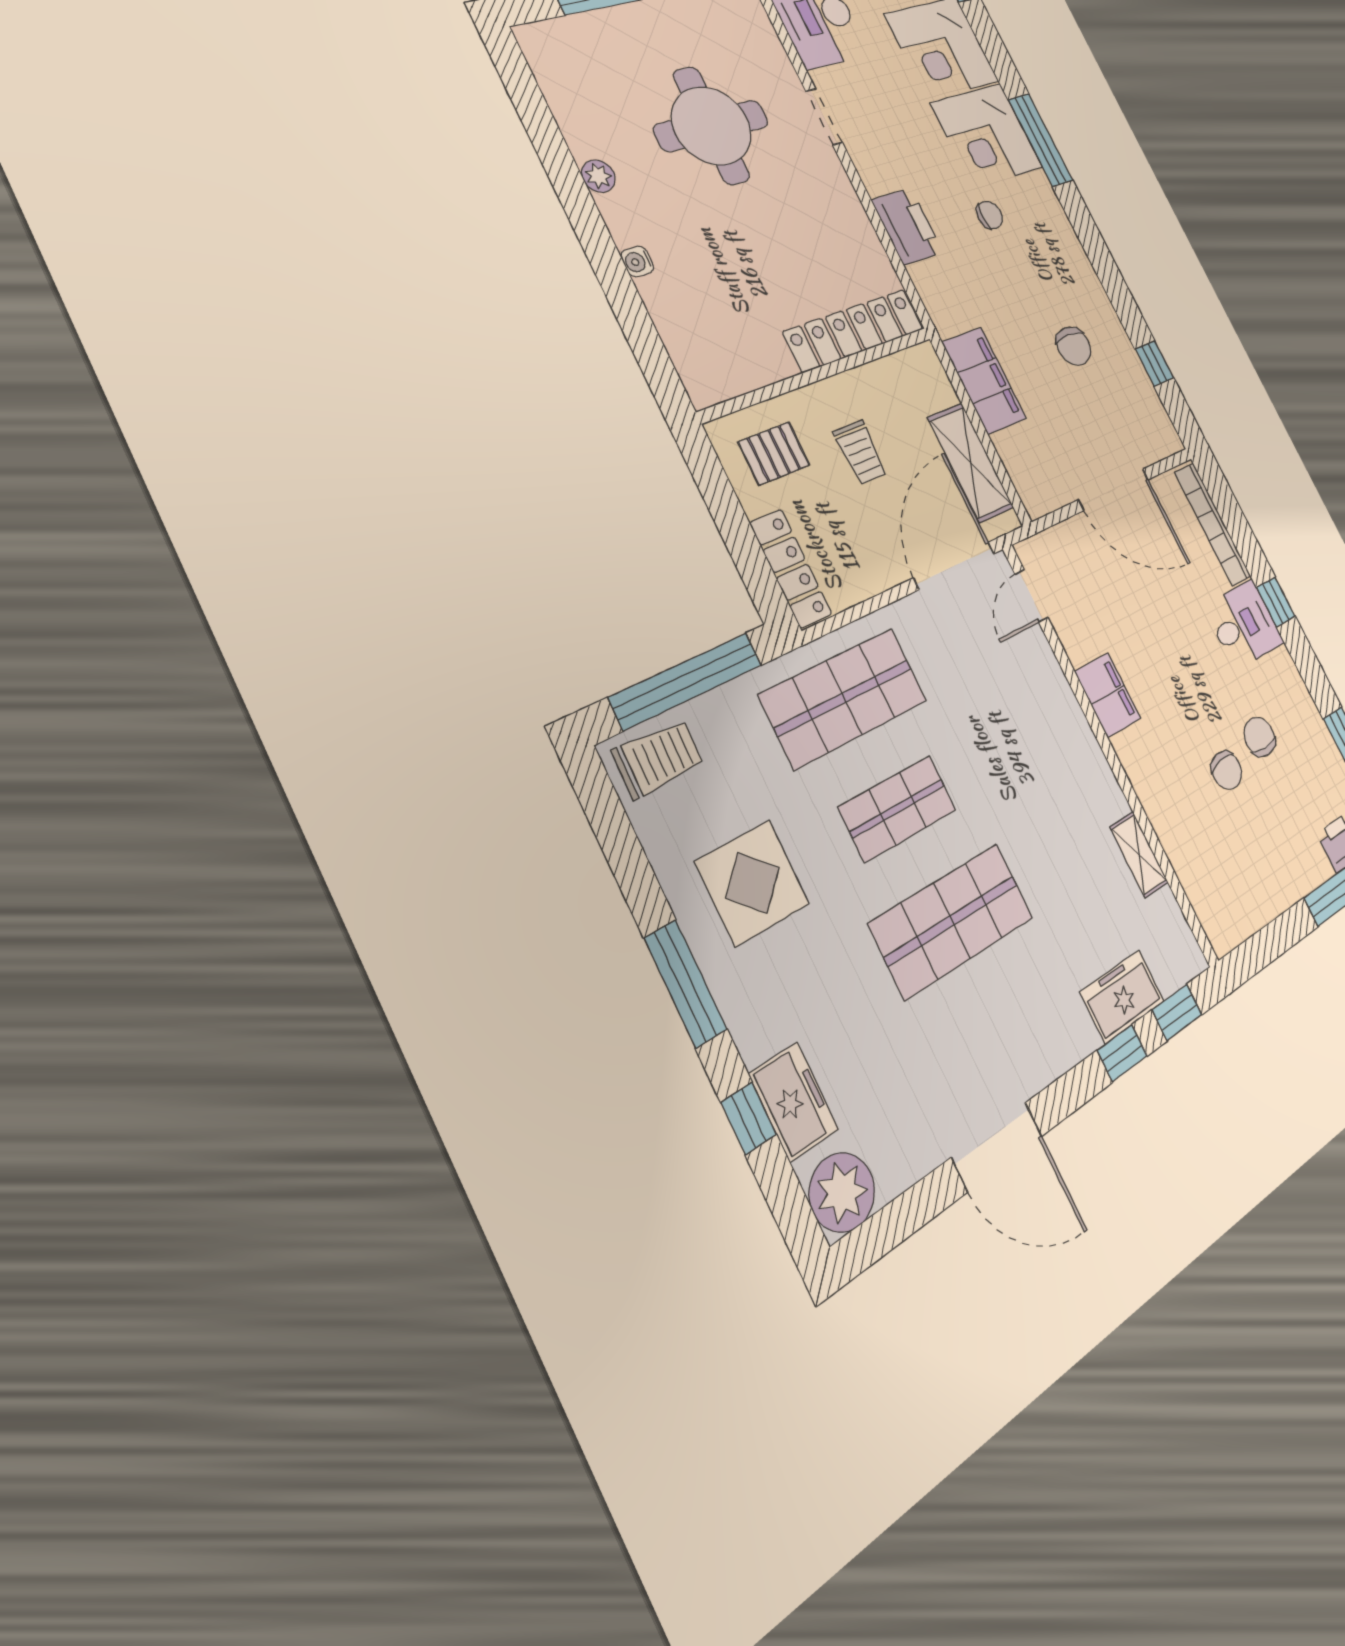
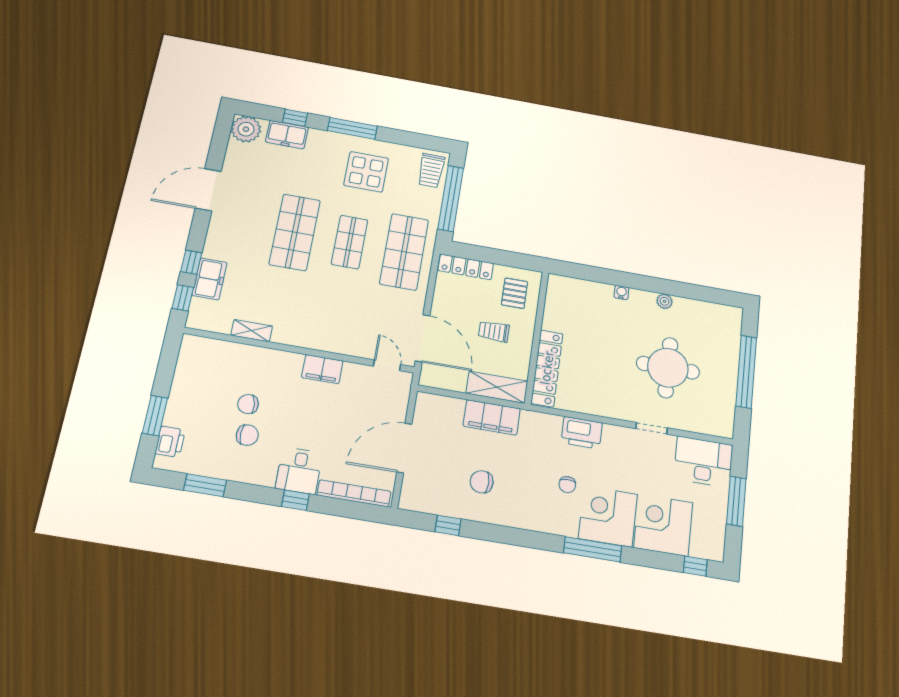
shelving: (971, 463) -> (497, 387), moved

